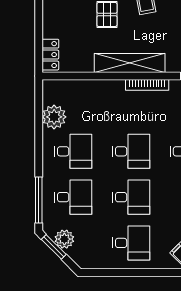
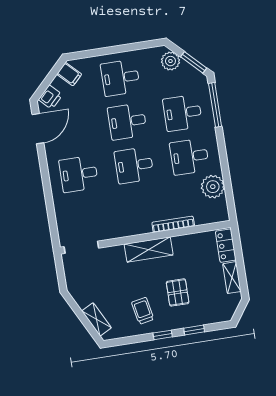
shelving: (49, 21) -> (232, 278), added
shelving: (130, 63) -> (149, 250), width x0.68
bookcase: (147, 85) -> (173, 224), moved
plant: (64, 239) -> (170, 61), moved

